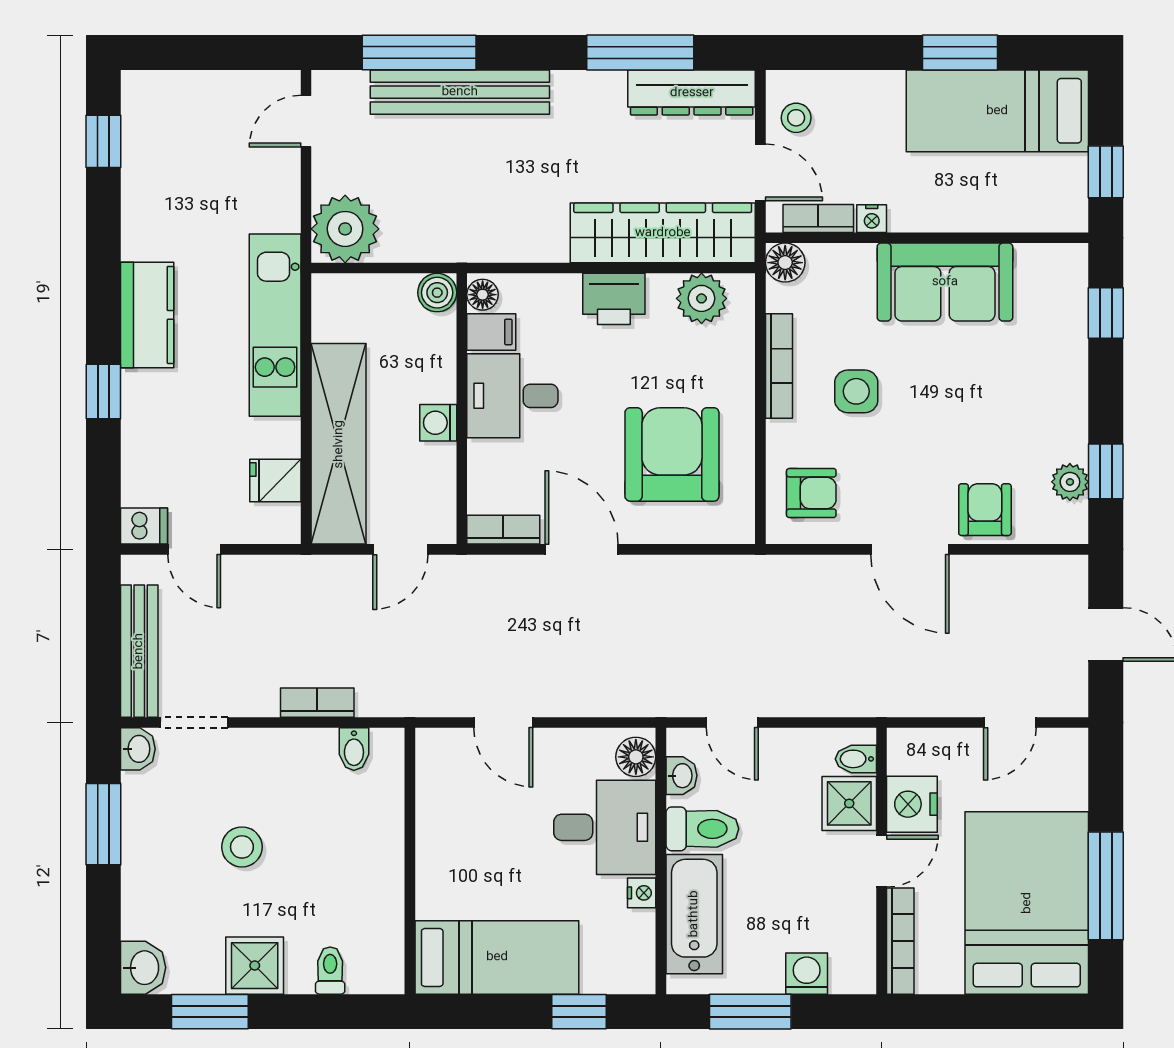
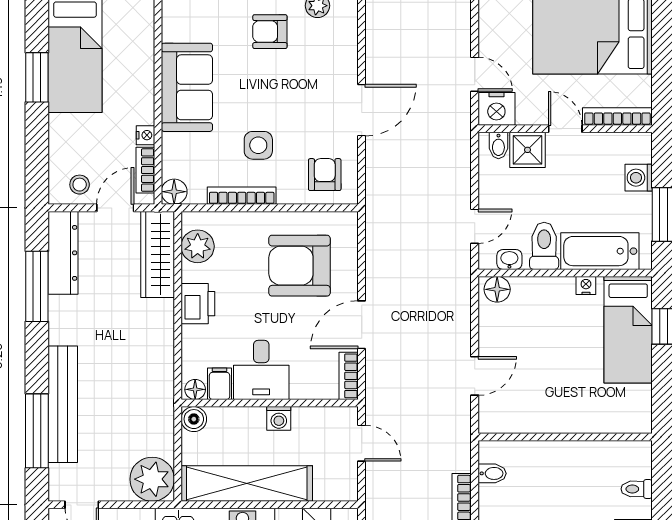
wardrobe: (663, 233) -> (158, 254), width x0.71, depth x0.85
shelving: (339, 444) -> (247, 484), moved
armchair: (985, 510) -> (270, 32), moved
door: (1010, 722) -> (475, 74), moved
nightstand: (912, 804) -> (496, 109), moved
desk: (605, 827) -> (543, 310), removed
bed: (497, 957) -> (628, 330), moved, turned 180

